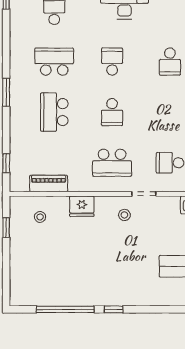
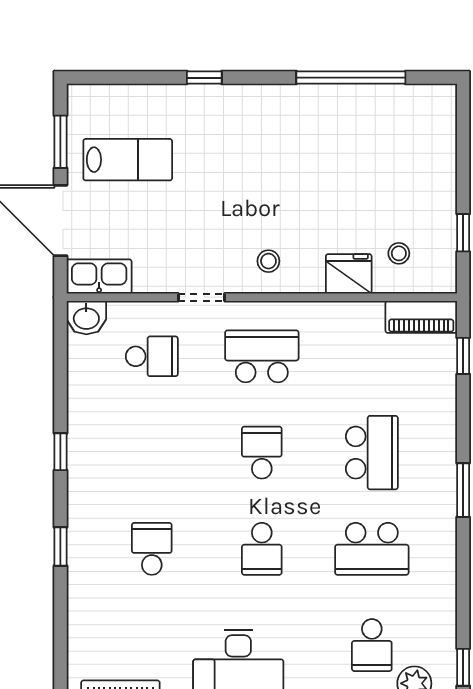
piano: (49, 184) -> (421, 317), moved
fridge: (82, 206) -> (349, 274), moved
stool: (124, 215) -> (268, 261), moved
window: (114, 309) -> (204, 78), moved

